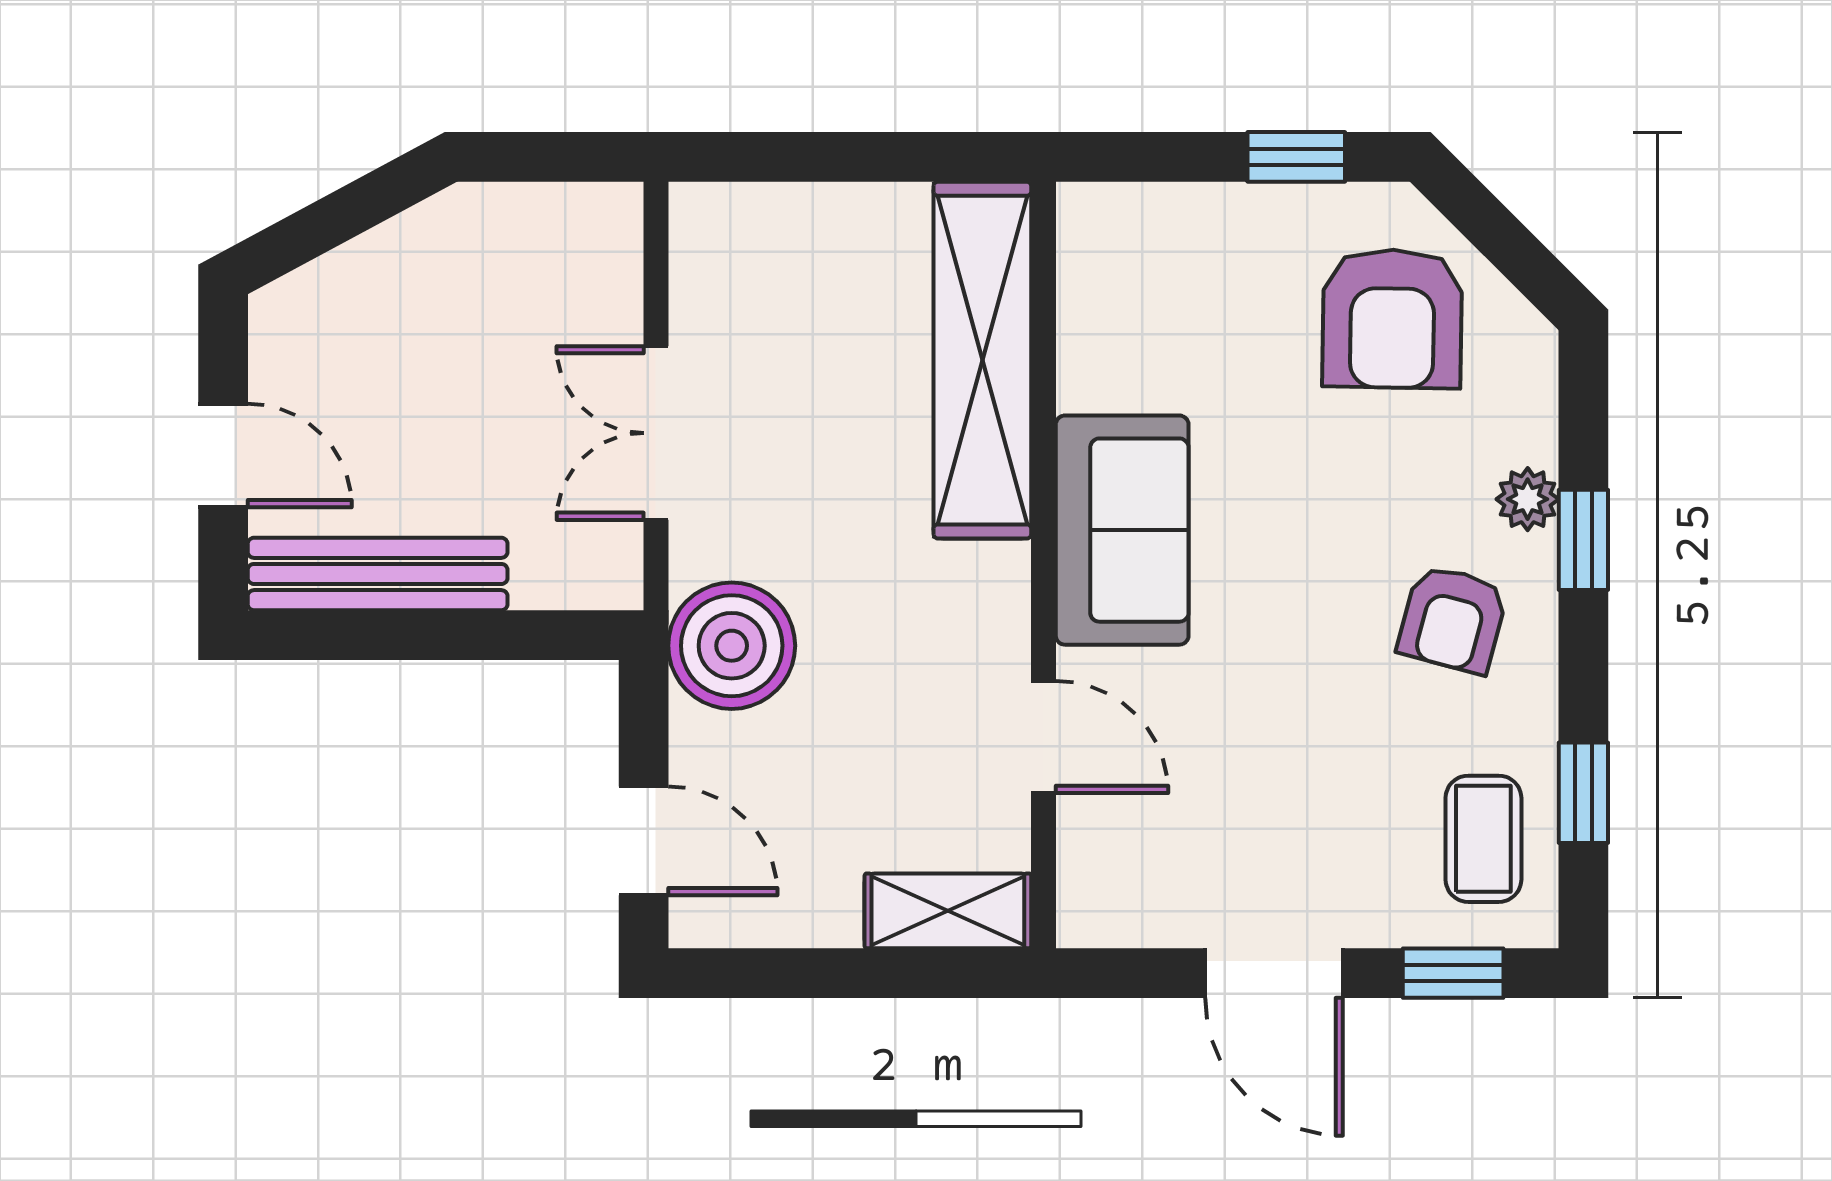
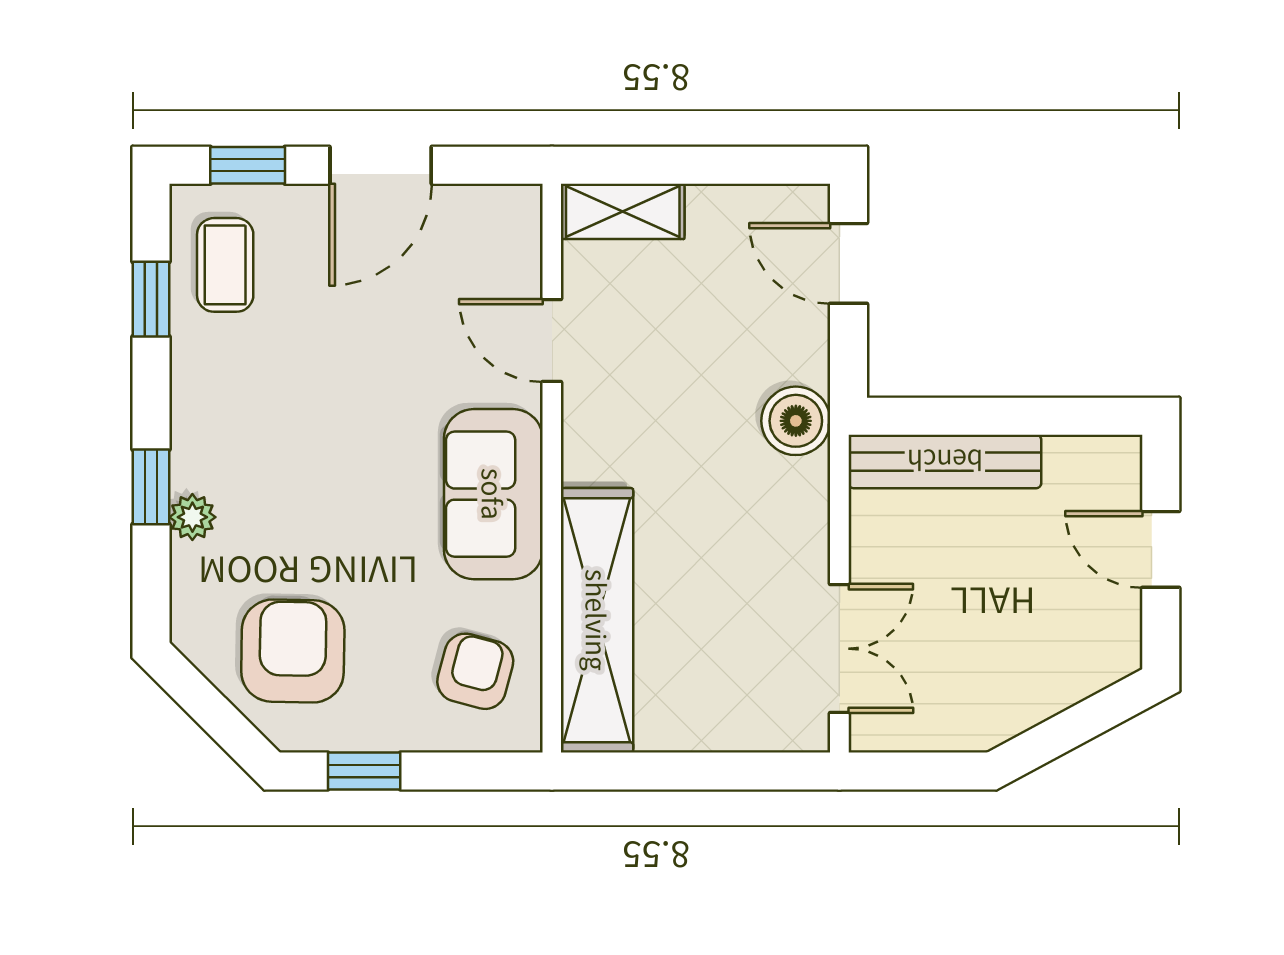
double door: (656, 433) -> (839, 649), moved
bench: (378, 574) -> (945, 461), moved
armchair: (1453, 619) -> (475, 671), moved
boiler: (732, 646) -> (796, 421), width x0.73, depth x0.73
door: (1274, 973) -> (381, 165), swing flipped

